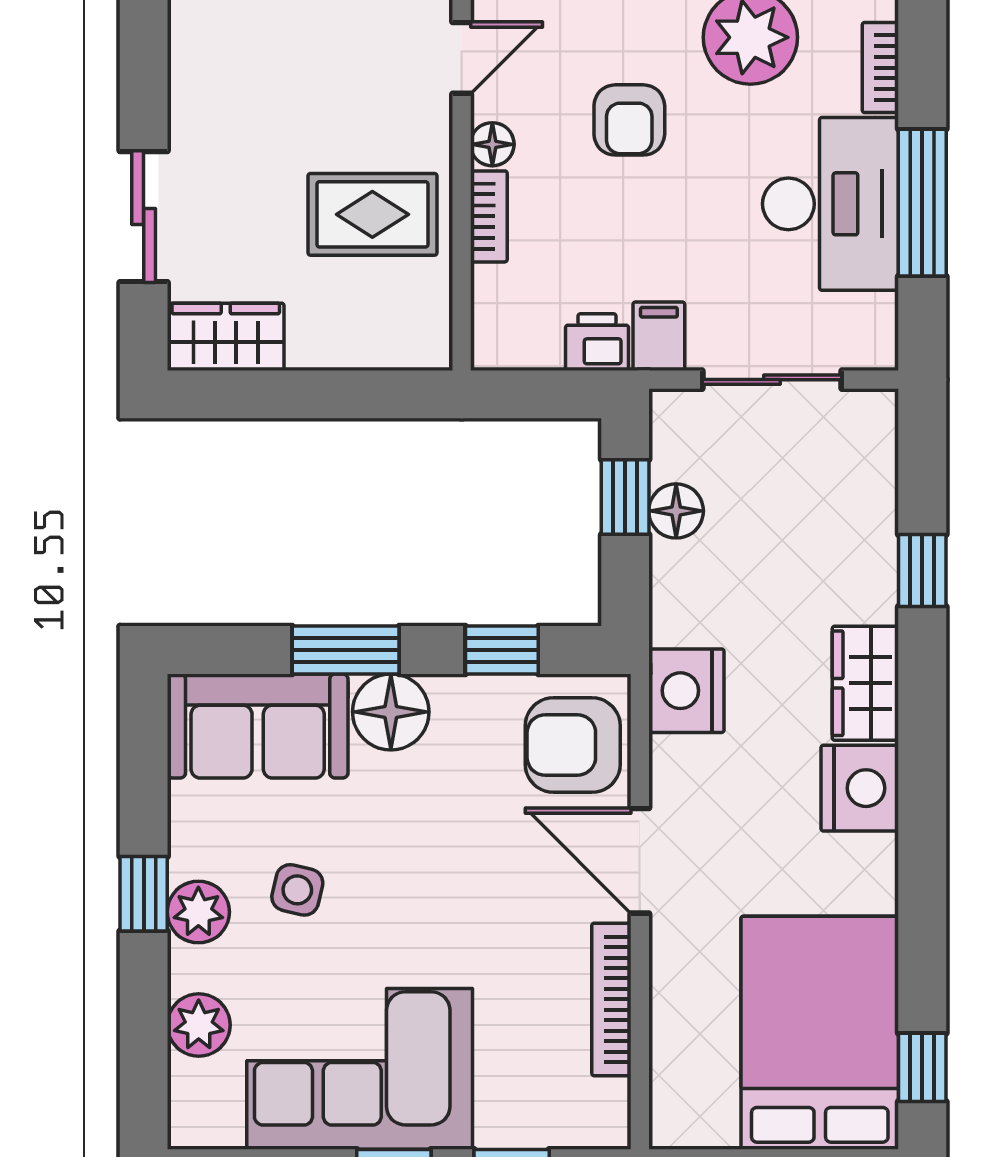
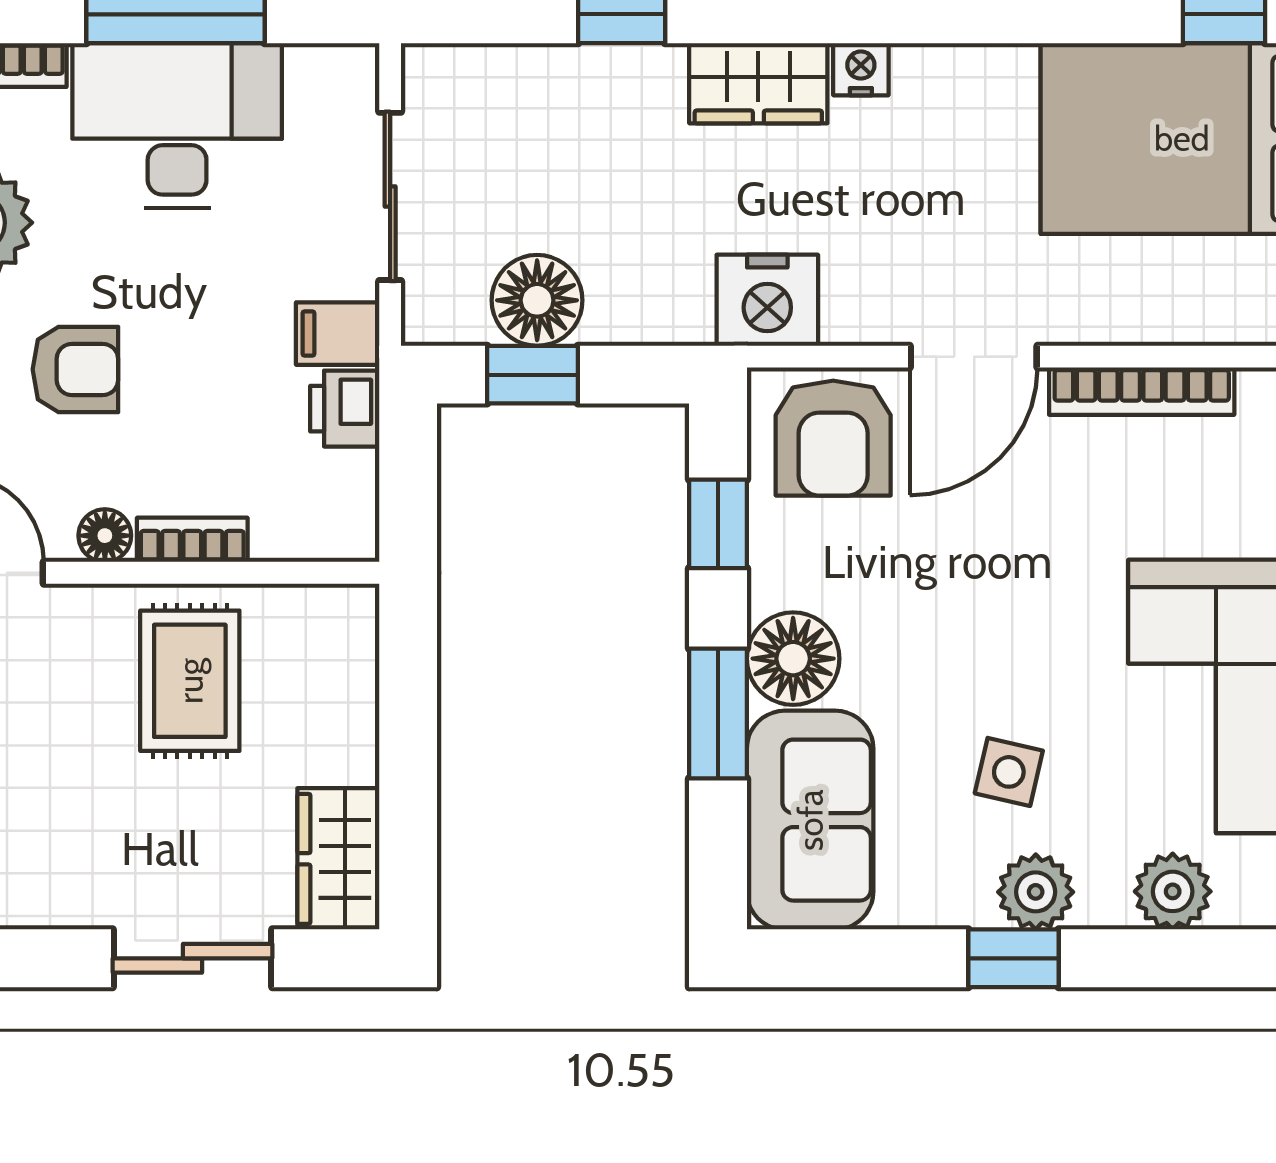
floor lamp: (676, 511) -> (537, 300), width x1.38, depth x1.38
nightstand: (860, 788) -> (861, 69), width x0.53, depth x0.56

